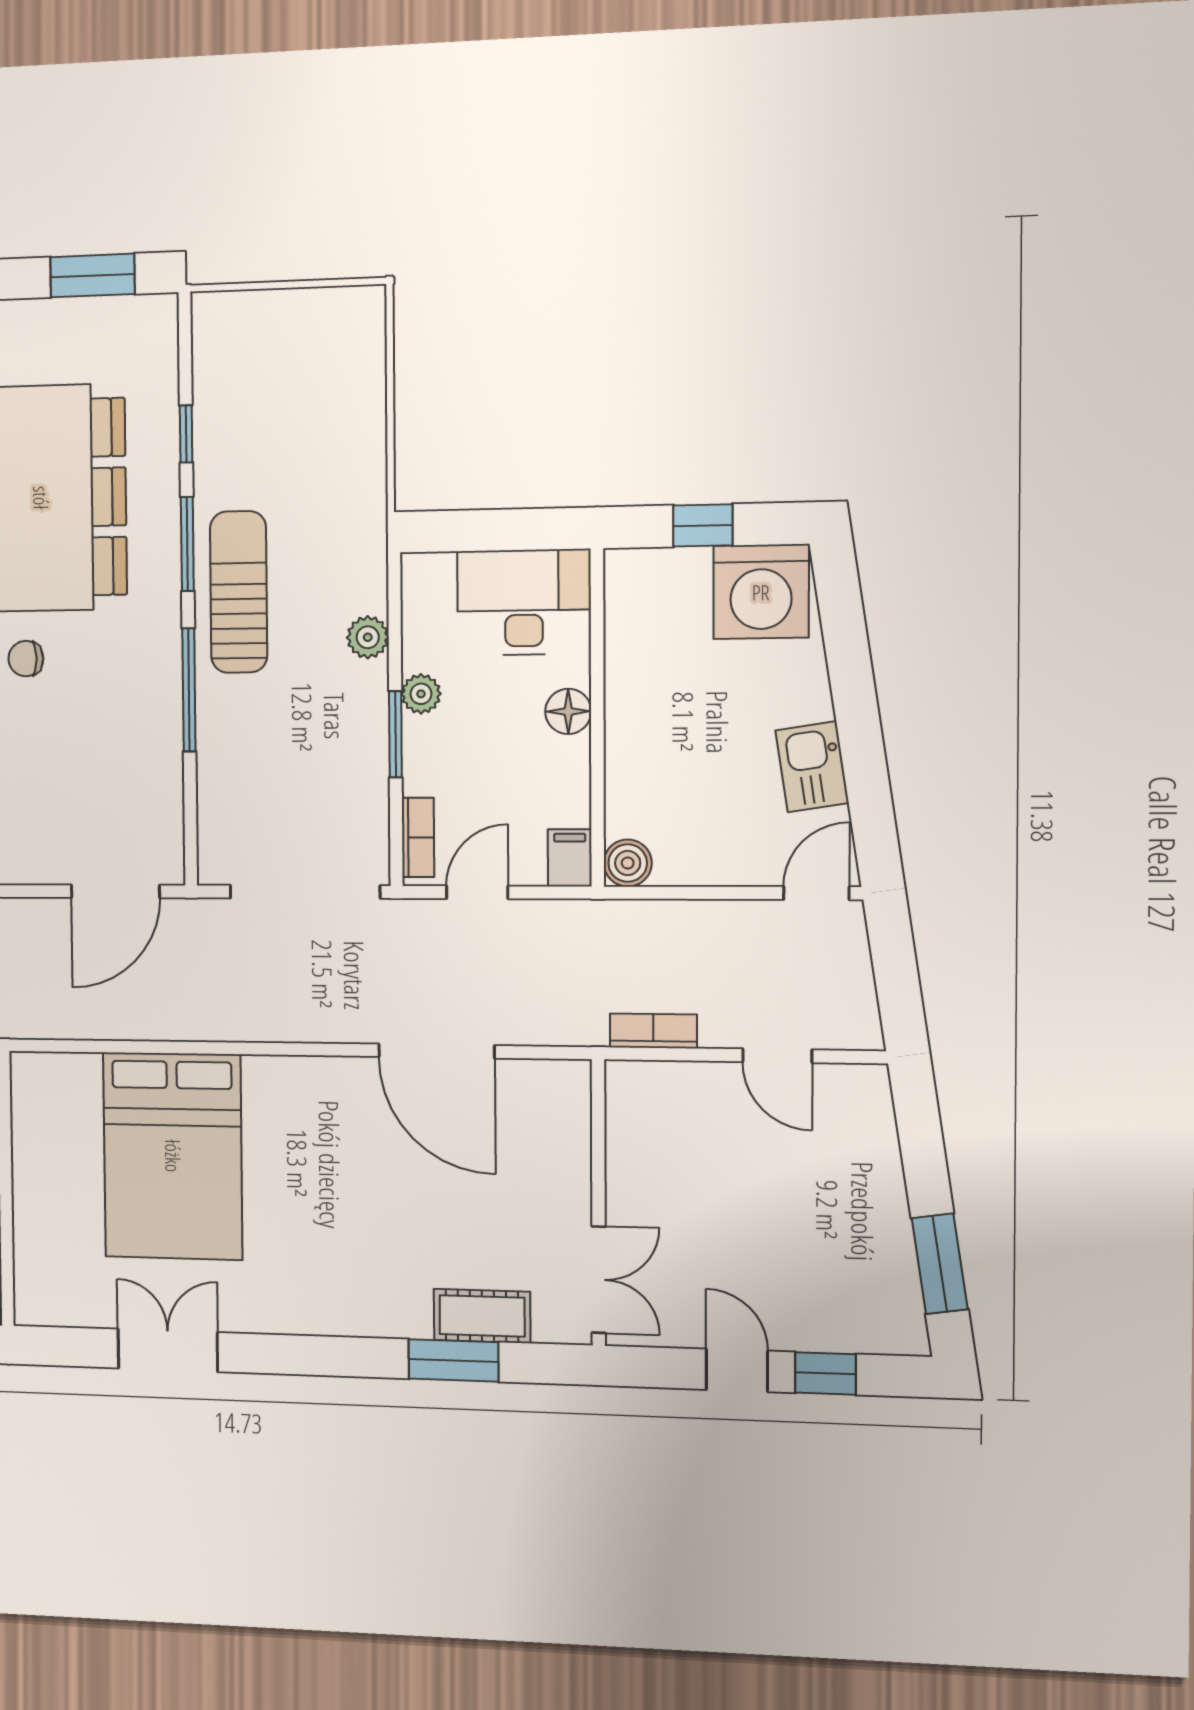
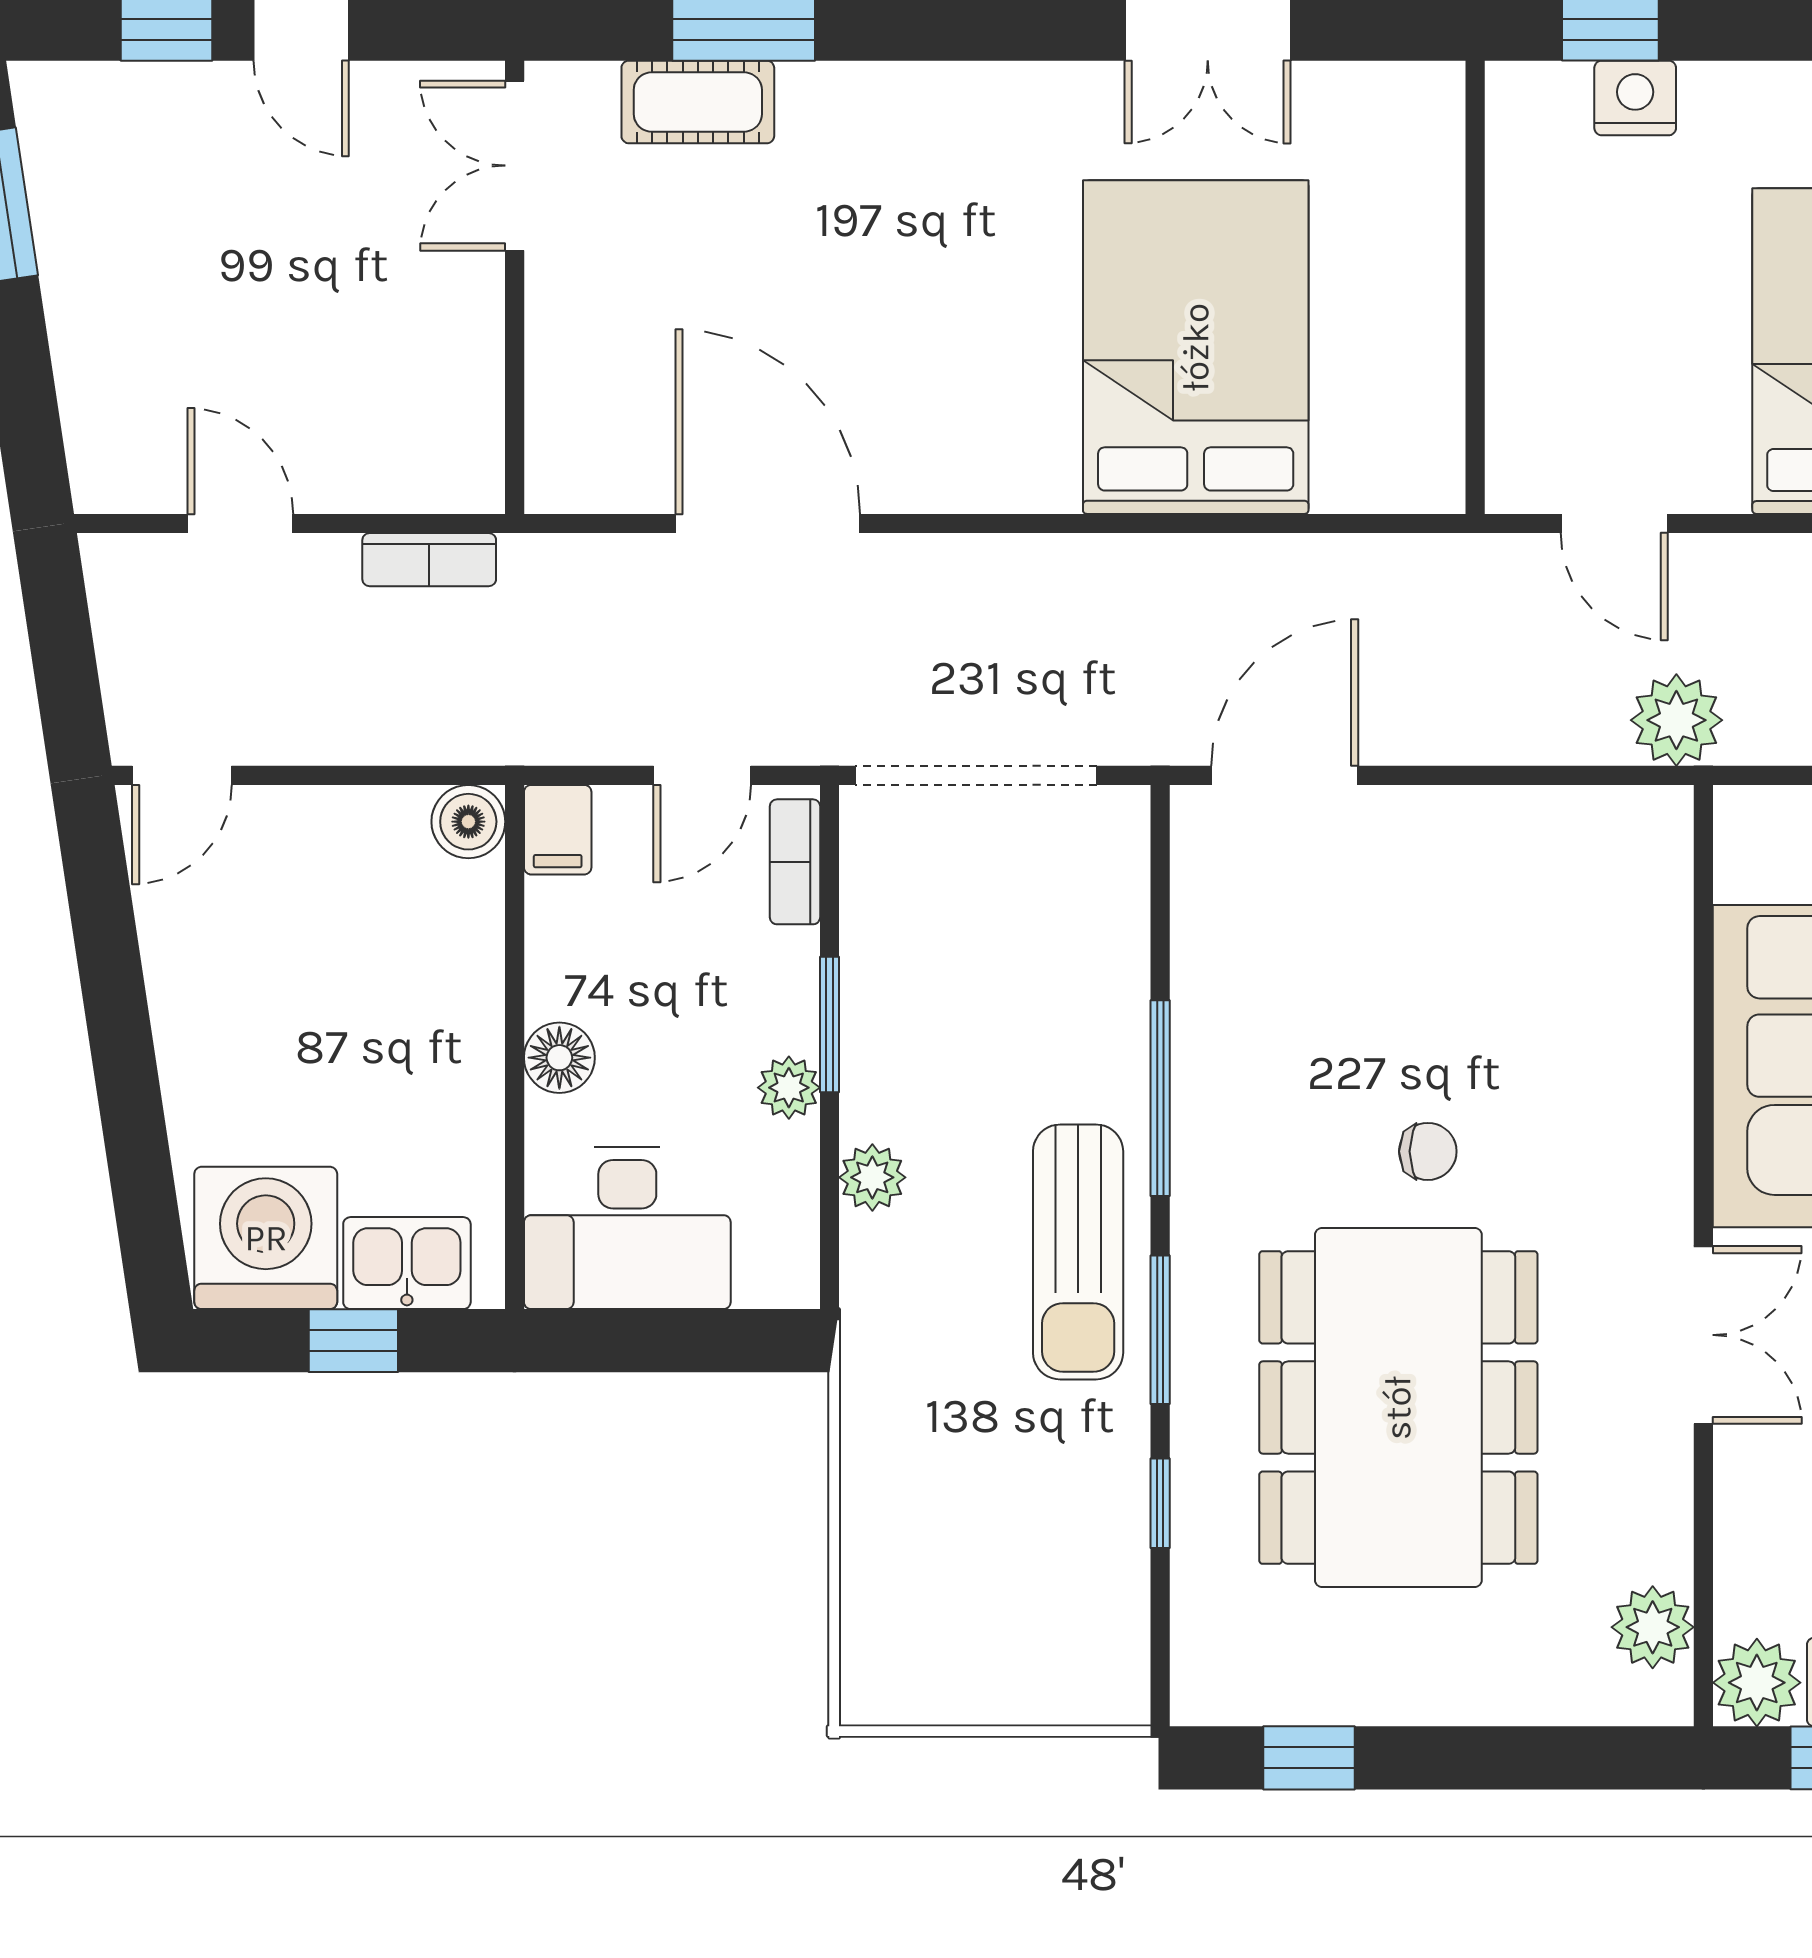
window: (93, 275) -> (1309, 1758), width x0.67
kitchen sink: (812, 767) -> (407, 1263), moved, turned -81

